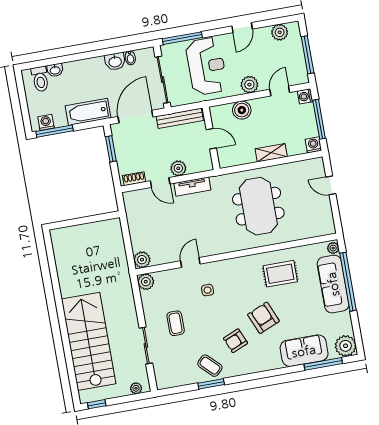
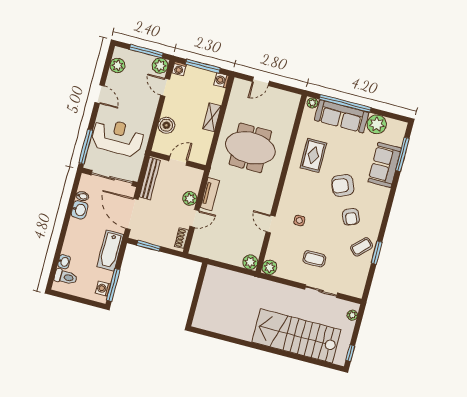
plant: (249, 85) -> (160, 66), moved
plant: (346, 346) -> (377, 124), moved

